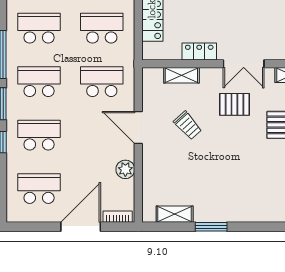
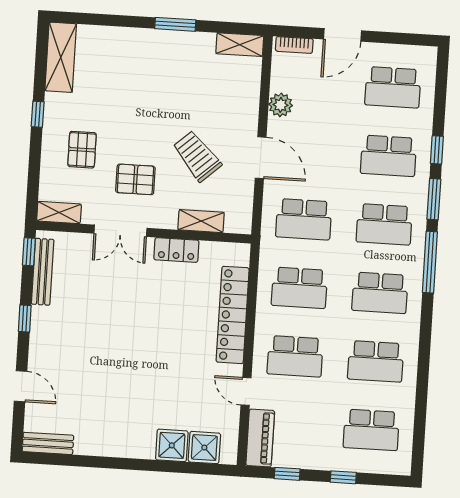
double door: (244, 64) -> (120, 231), swing flipped
trolley: (188, 126) -> (197, 156), width x1.36, depth x1.39
shelving: (175, 214) -> (240, 45), moved
door: (81, 227) -> (343, 35), width x0.73

